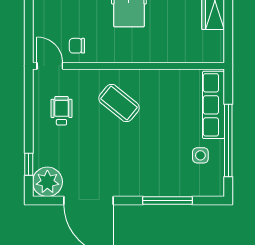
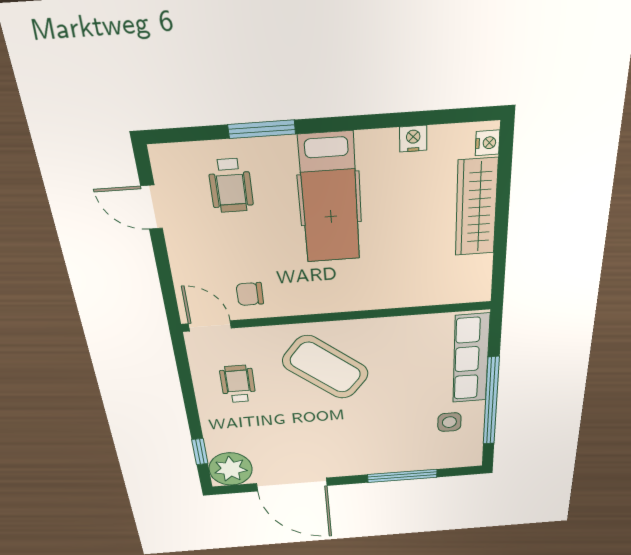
coffee table: (119, 103) -> (325, 367), width x1.36, depth x1.32

